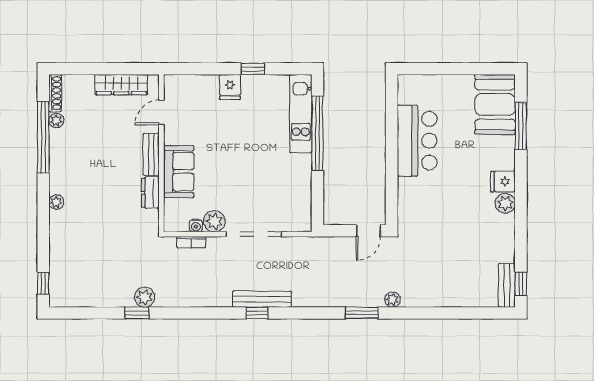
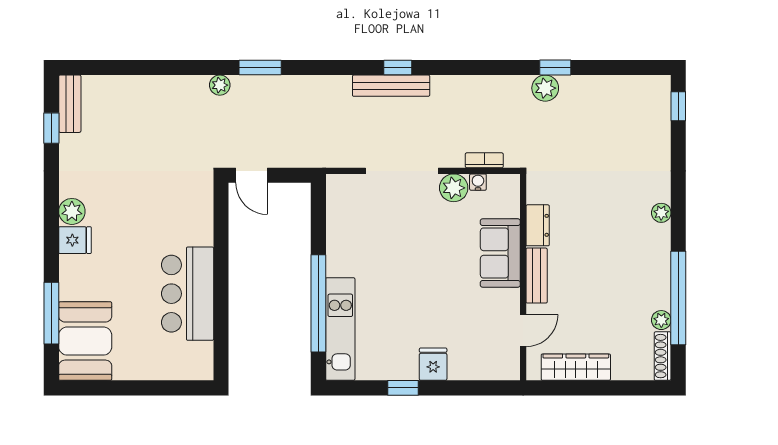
door: (368, 231) -> (252, 175), swing flipped
window: (521, 284) -> (51, 128), moved

